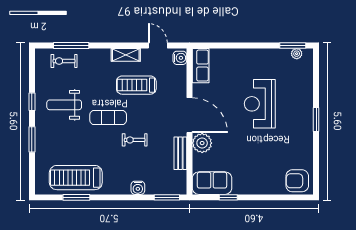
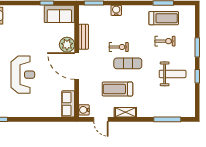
exercise bike: (64, 61) -> (165, 41), moved
treadmill: (136, 85) -> (117, 89), turned 180
exercise mat: (108, 118) -> (128, 63), moved
treadmill: (76, 178) -> (164, 18), width x0.73, depth x0.73

